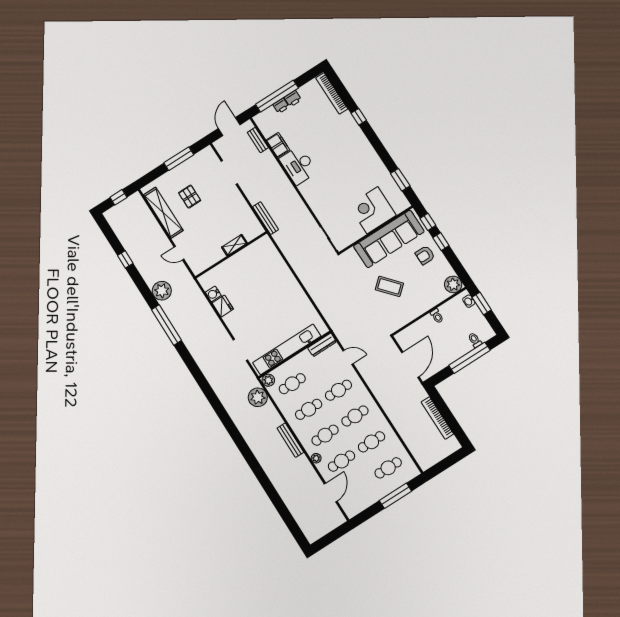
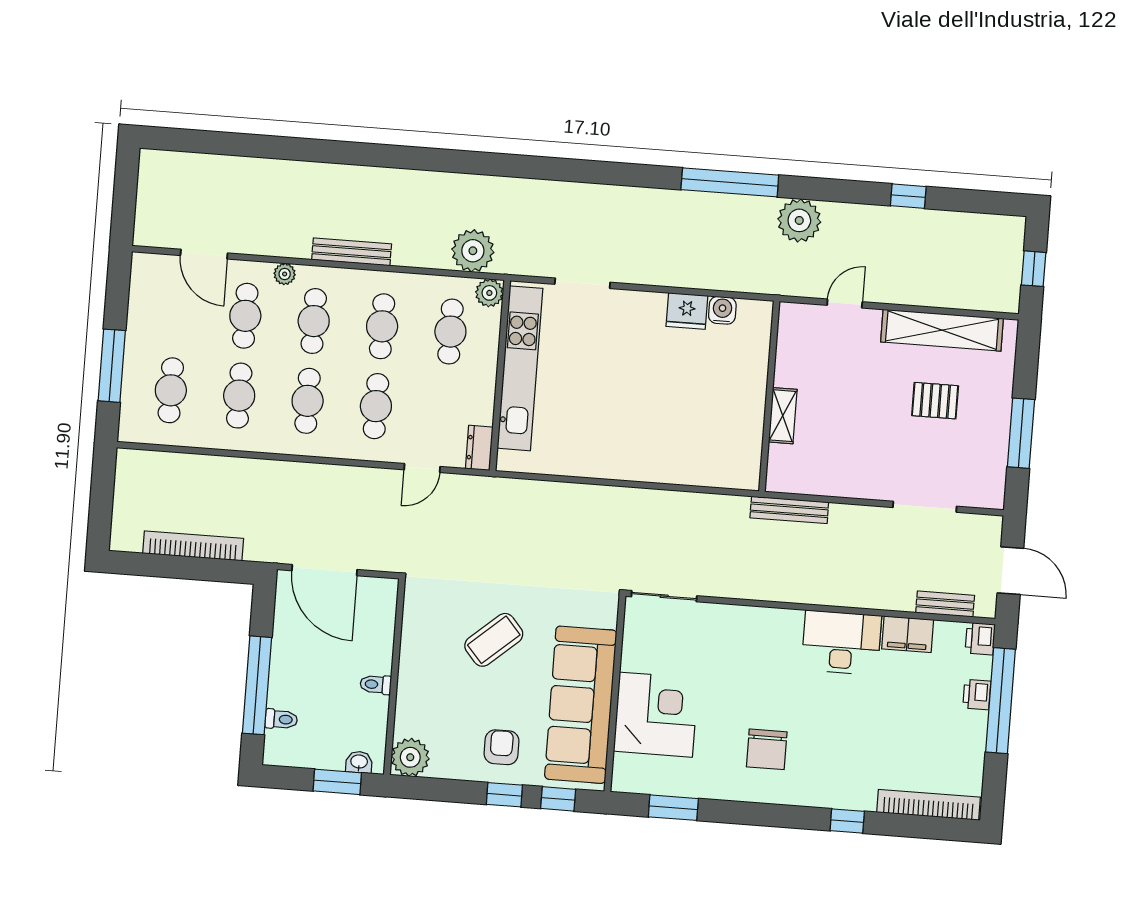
printer: (293, 99) -> (980, 639), moved
chair: (355, 163) -> (767, 749), added
dresser: (322, 345) -> (479, 448), width x0.70

